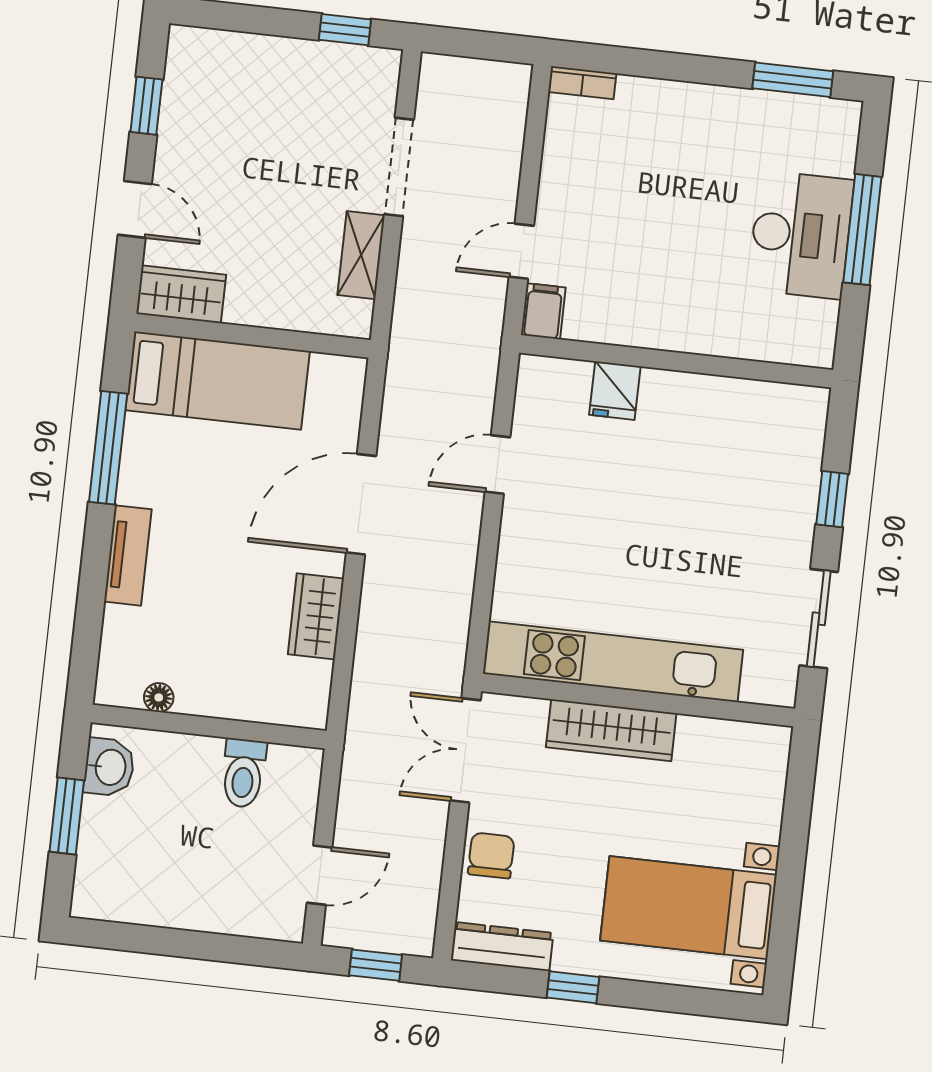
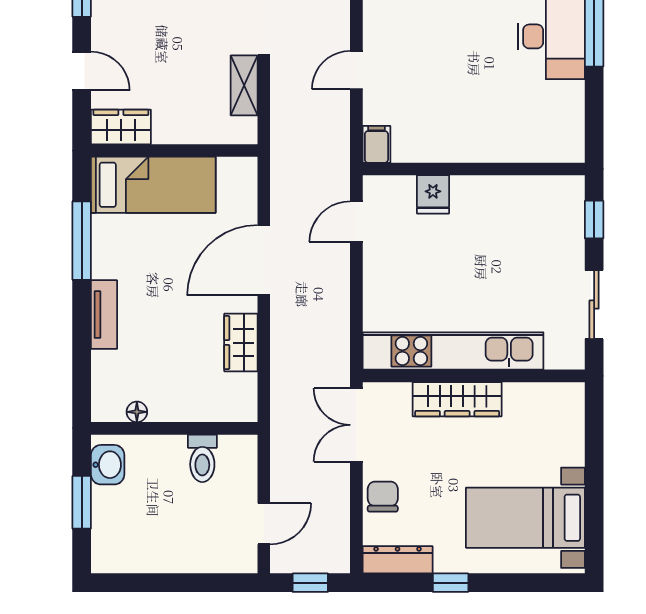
filing cabinet: (543, 311) -> (376, 144), moved
wall: (676, 361) -> (474, 169), moved
fridge: (615, 391) -> (433, 194), moved

